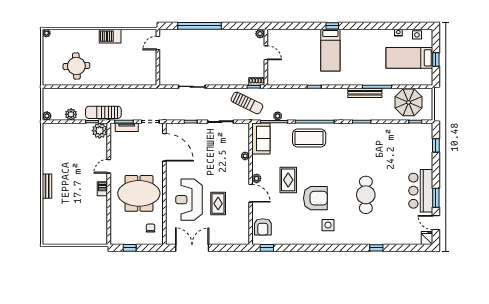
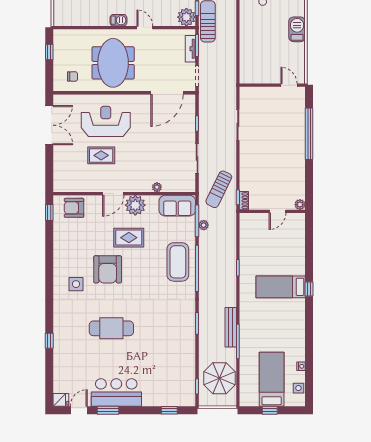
plant: (257, 178) -> (135, 205), width x1.88, depth x1.88

